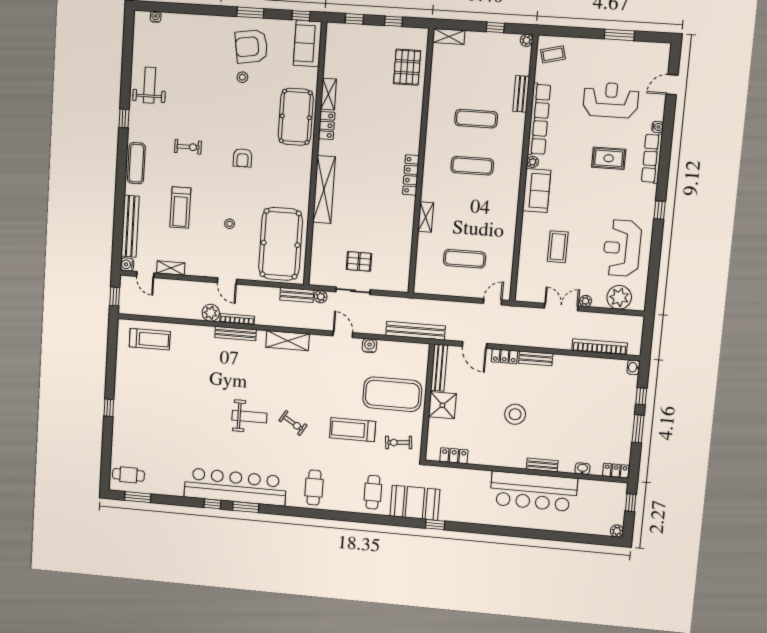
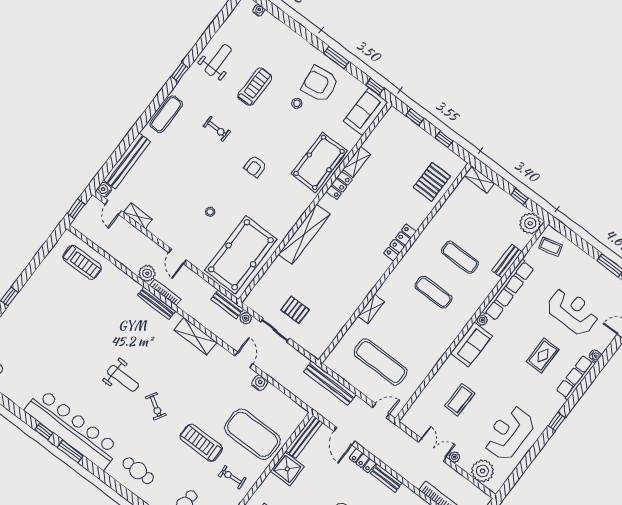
plant: (527, 40) -> (530, 223), width x1.88, depth x1.88
rug: (609, 158) -> (543, 356), turned 90
locker: (411, 175) -> (400, 242), moved
treadmill: (180, 207) -> (255, 87), moved, turned 180
exercise mat: (465, 259) -> (381, 362), width x1.36, depth x1.45
bench: (416, 331) -> (330, 383), moved
cafe table: (314, 488) -> (138, 471), turned 90

